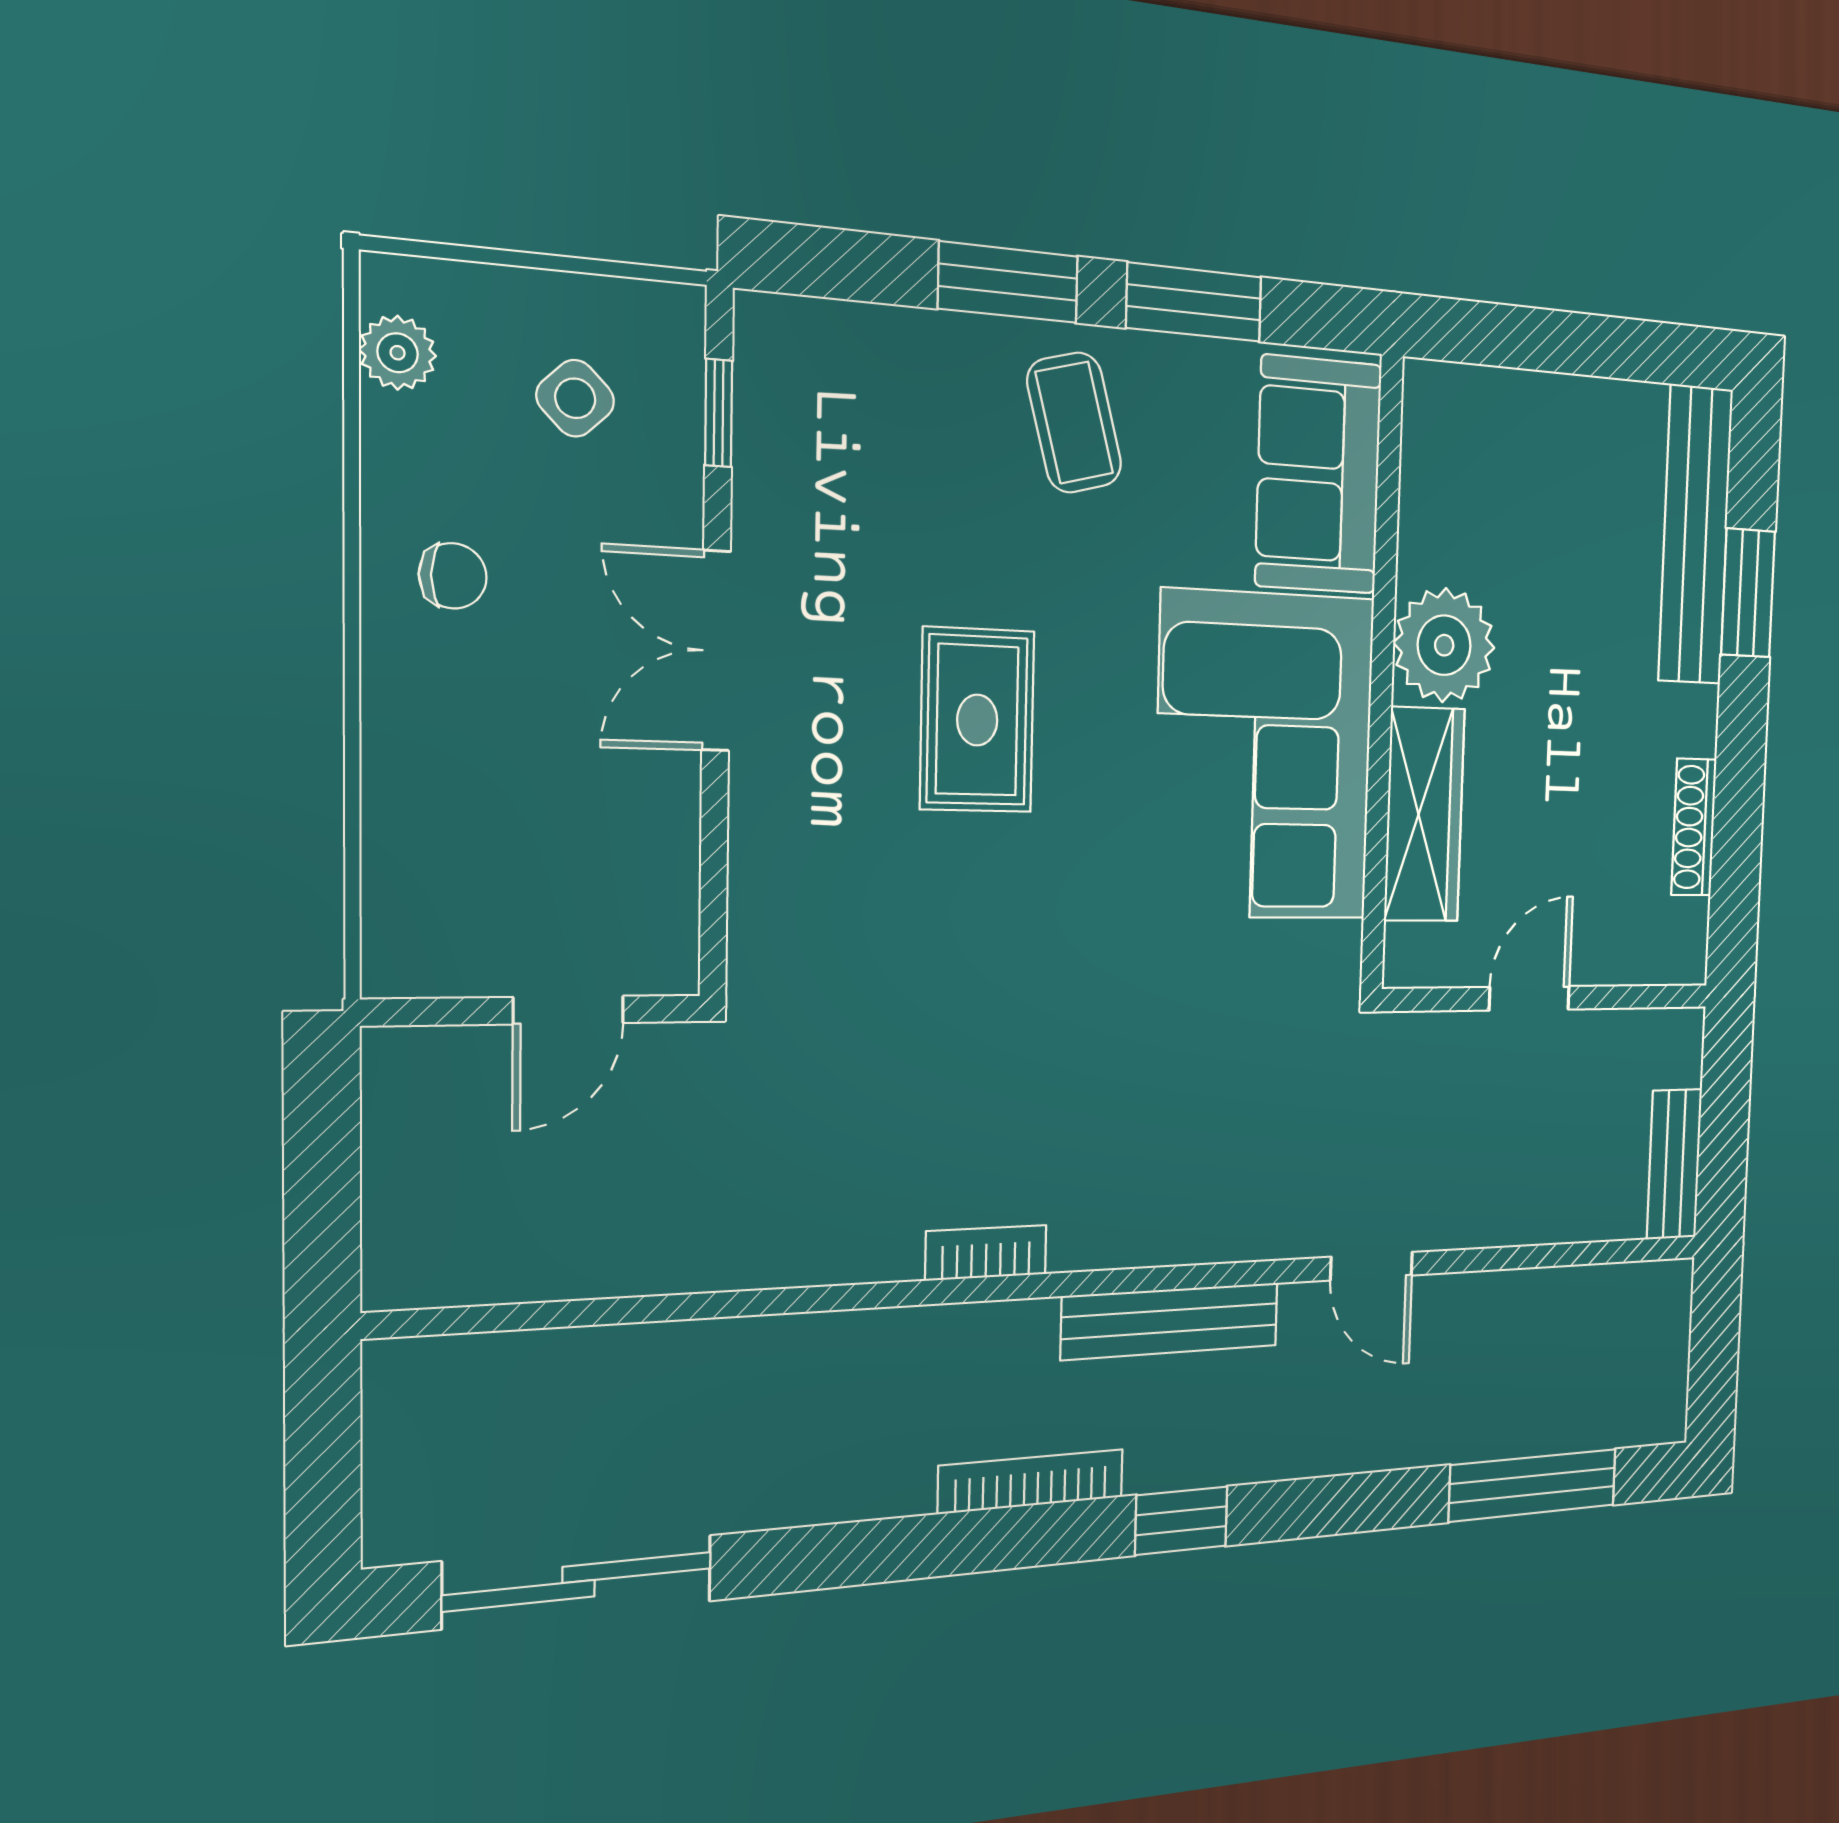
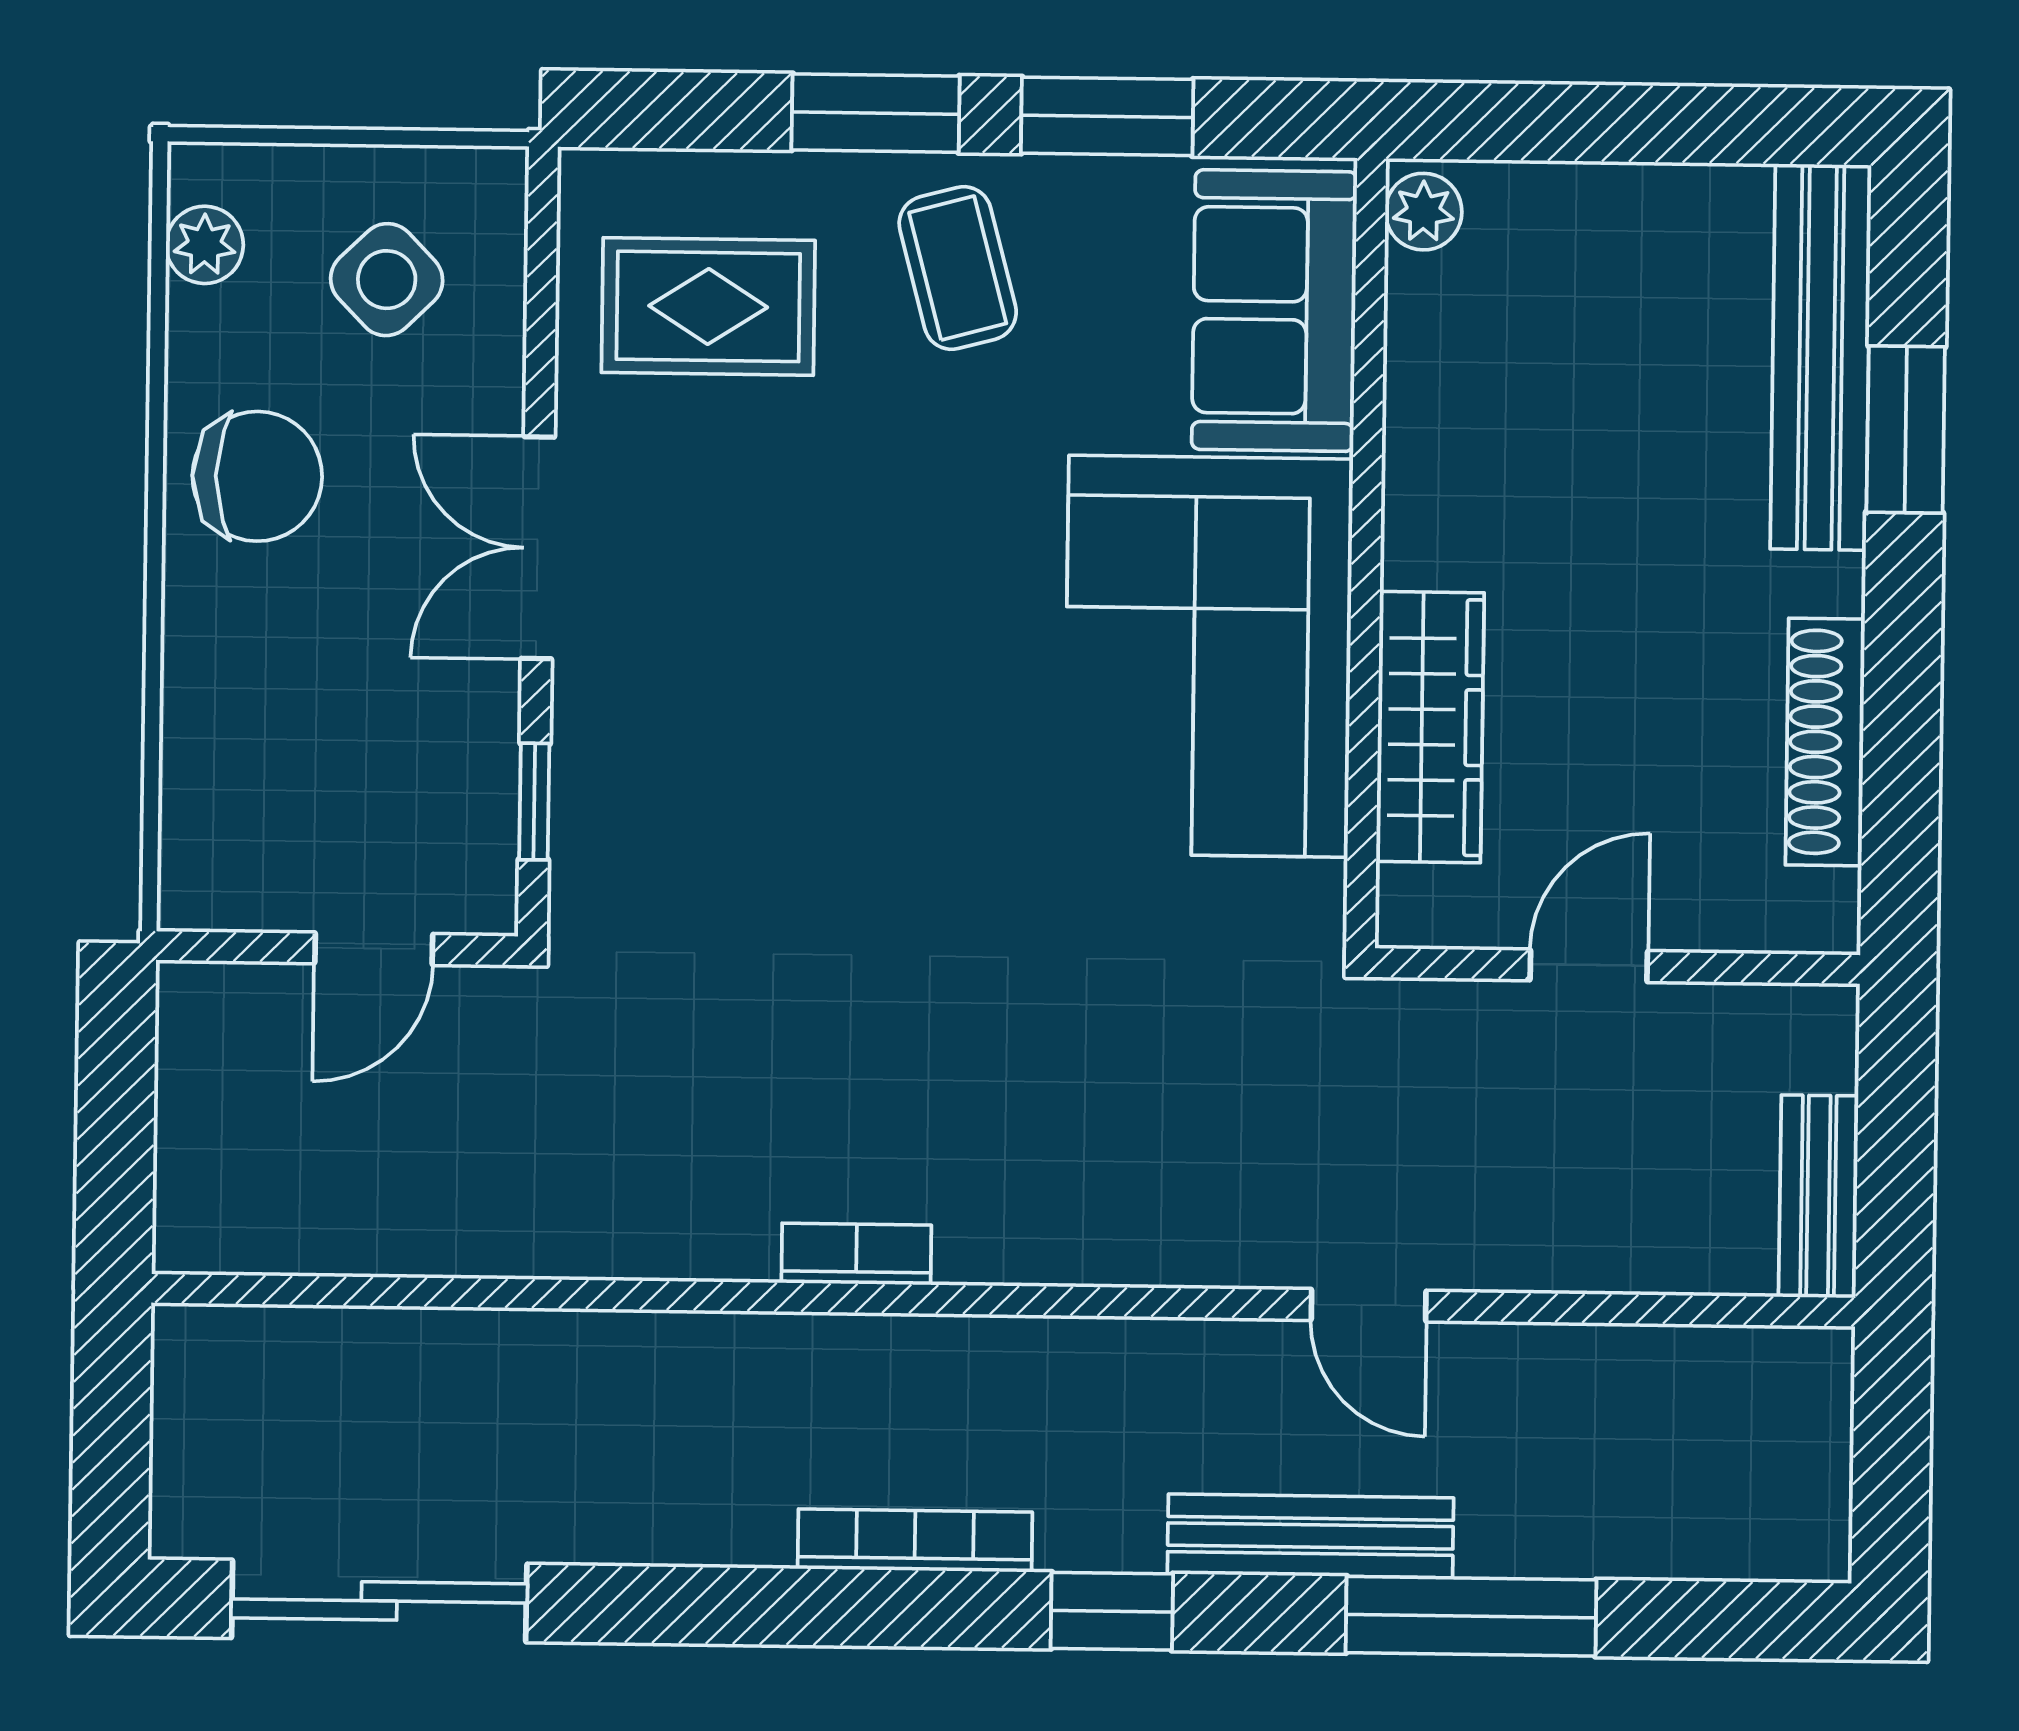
side table: (575, 398) -> (387, 280), width x1.37, depth x1.37
window: (719, 413) -> (534, 802), moved
chair: (453, 576) -> (257, 476), width x1.87, depth x1.87
plant: (1444, 645) -> (1423, 212), moved, width x0.53, depth x0.53
rug: (977, 720) -> (708, 306), moved, turned 90
shoe rack: (1694, 827) -> (1825, 742), width x1.36, depth x1.24
bench: (1171, 1321) -> (1310, 1536), moved
window: (1533, 1485) -> (1471, 1616), moved

